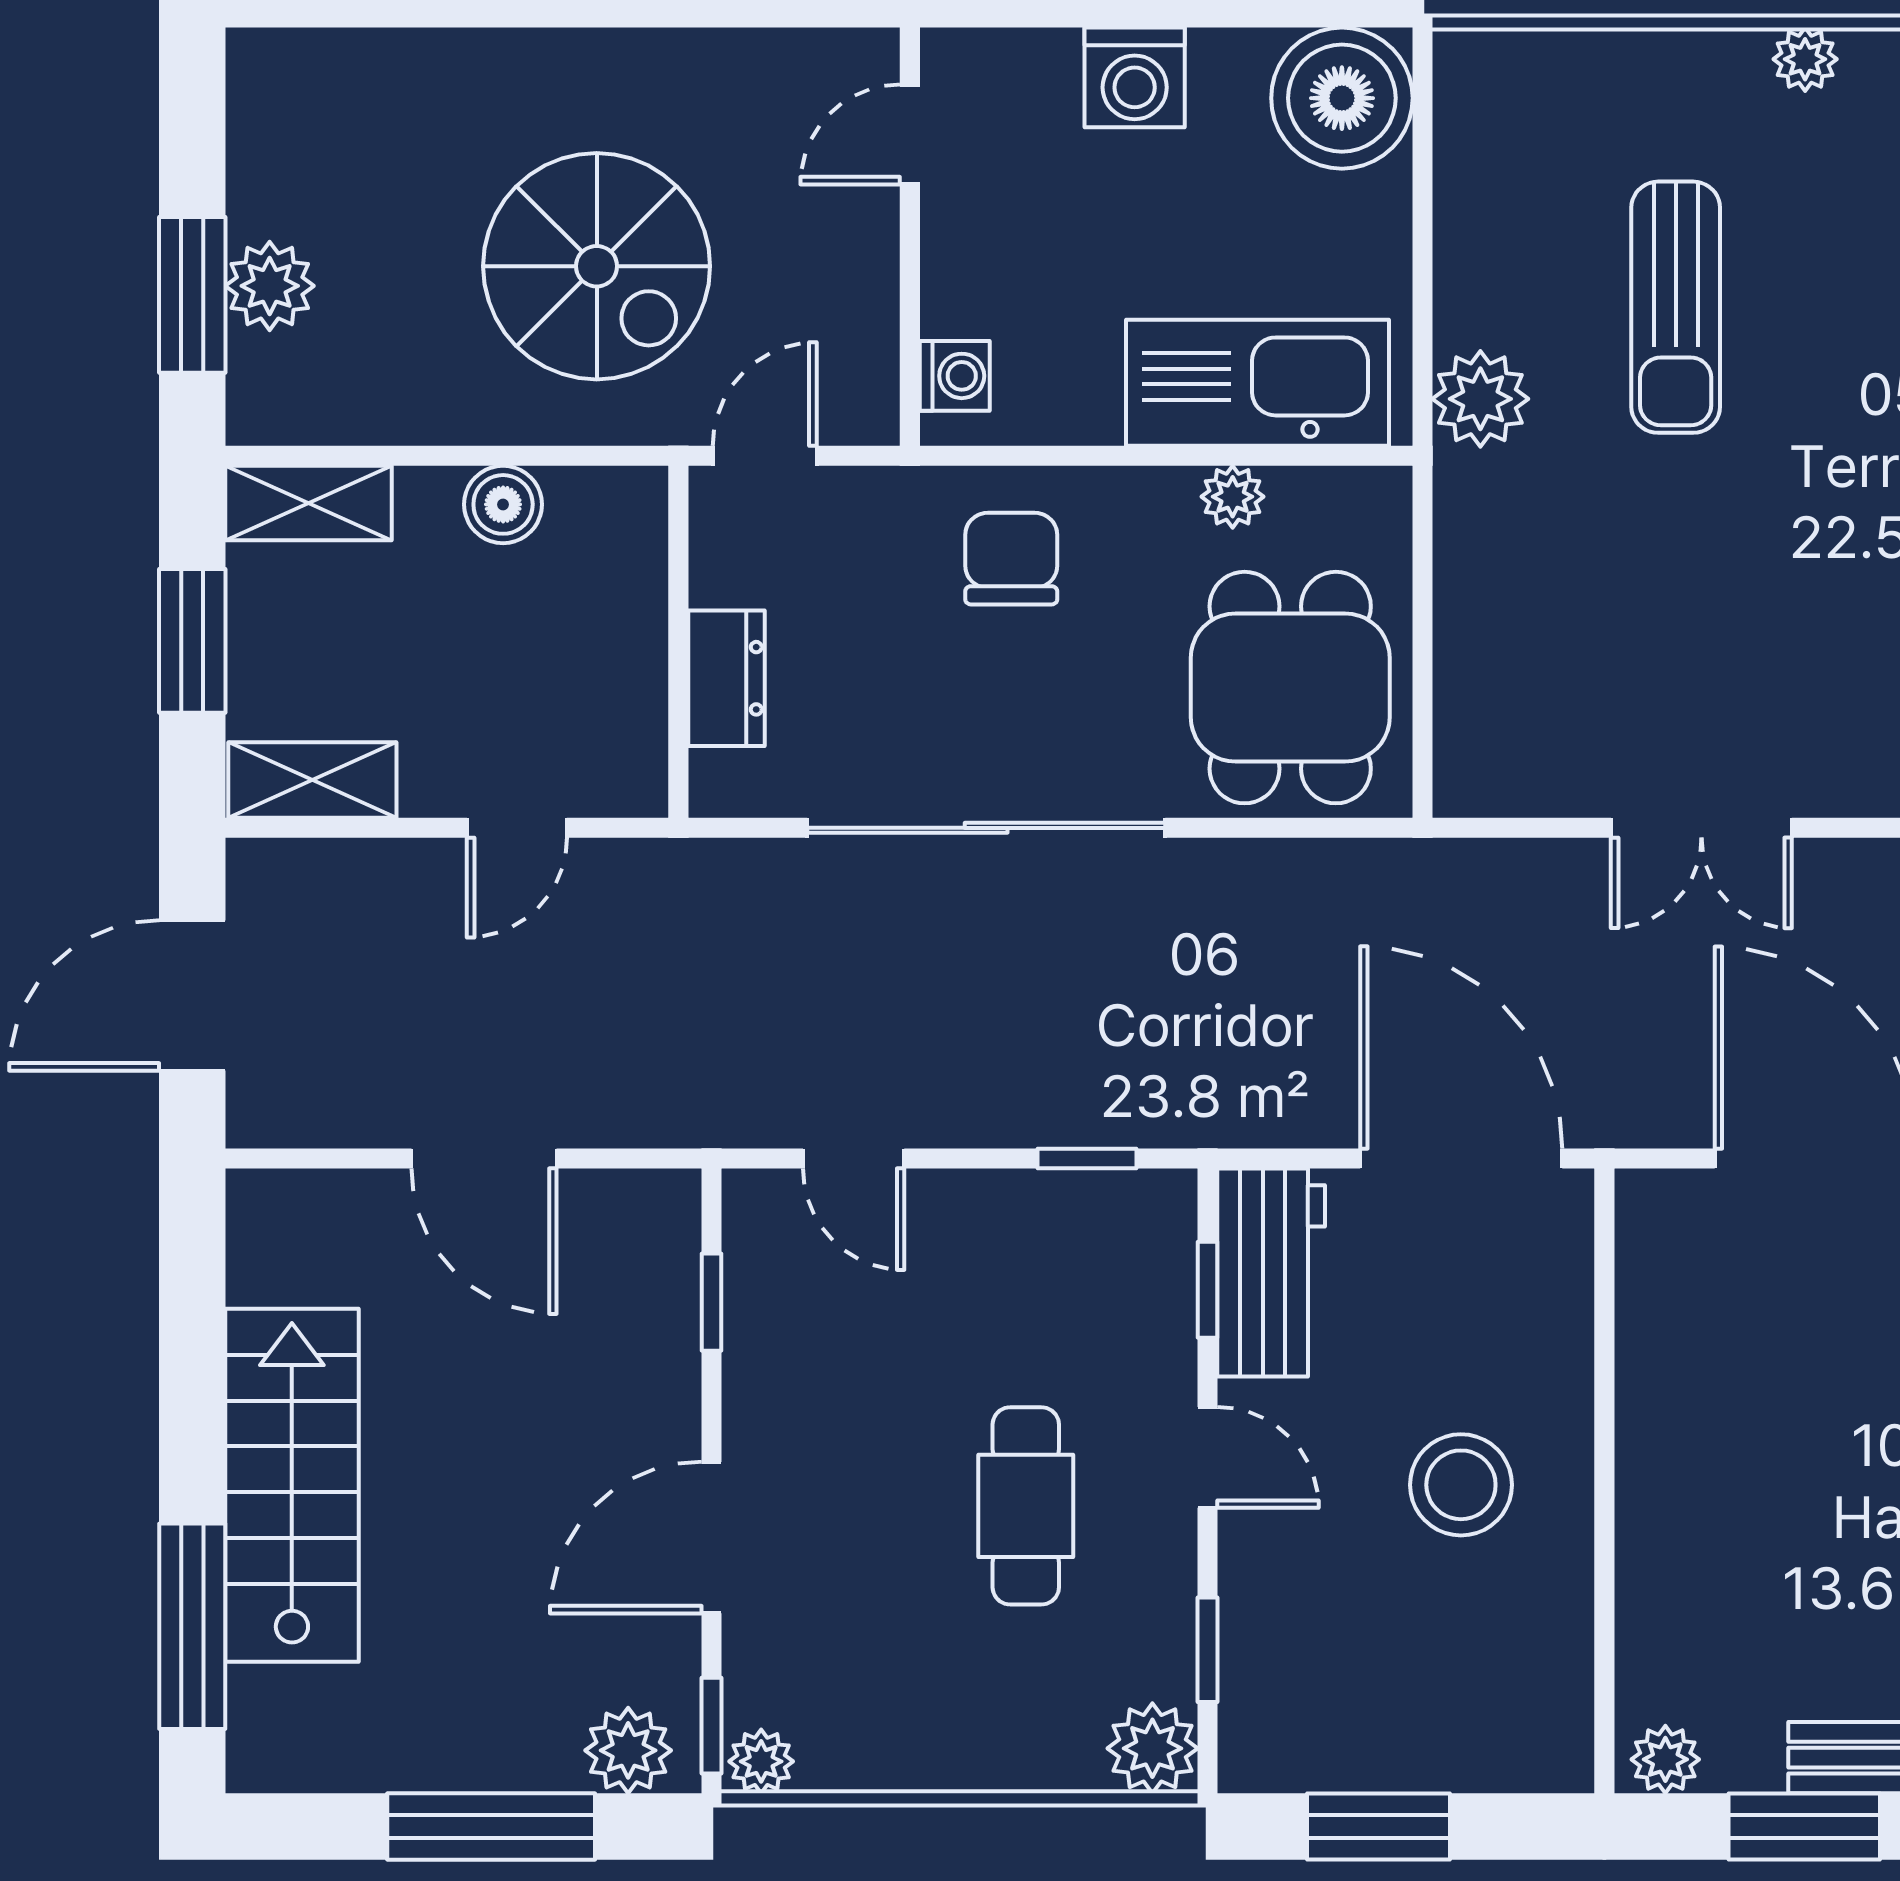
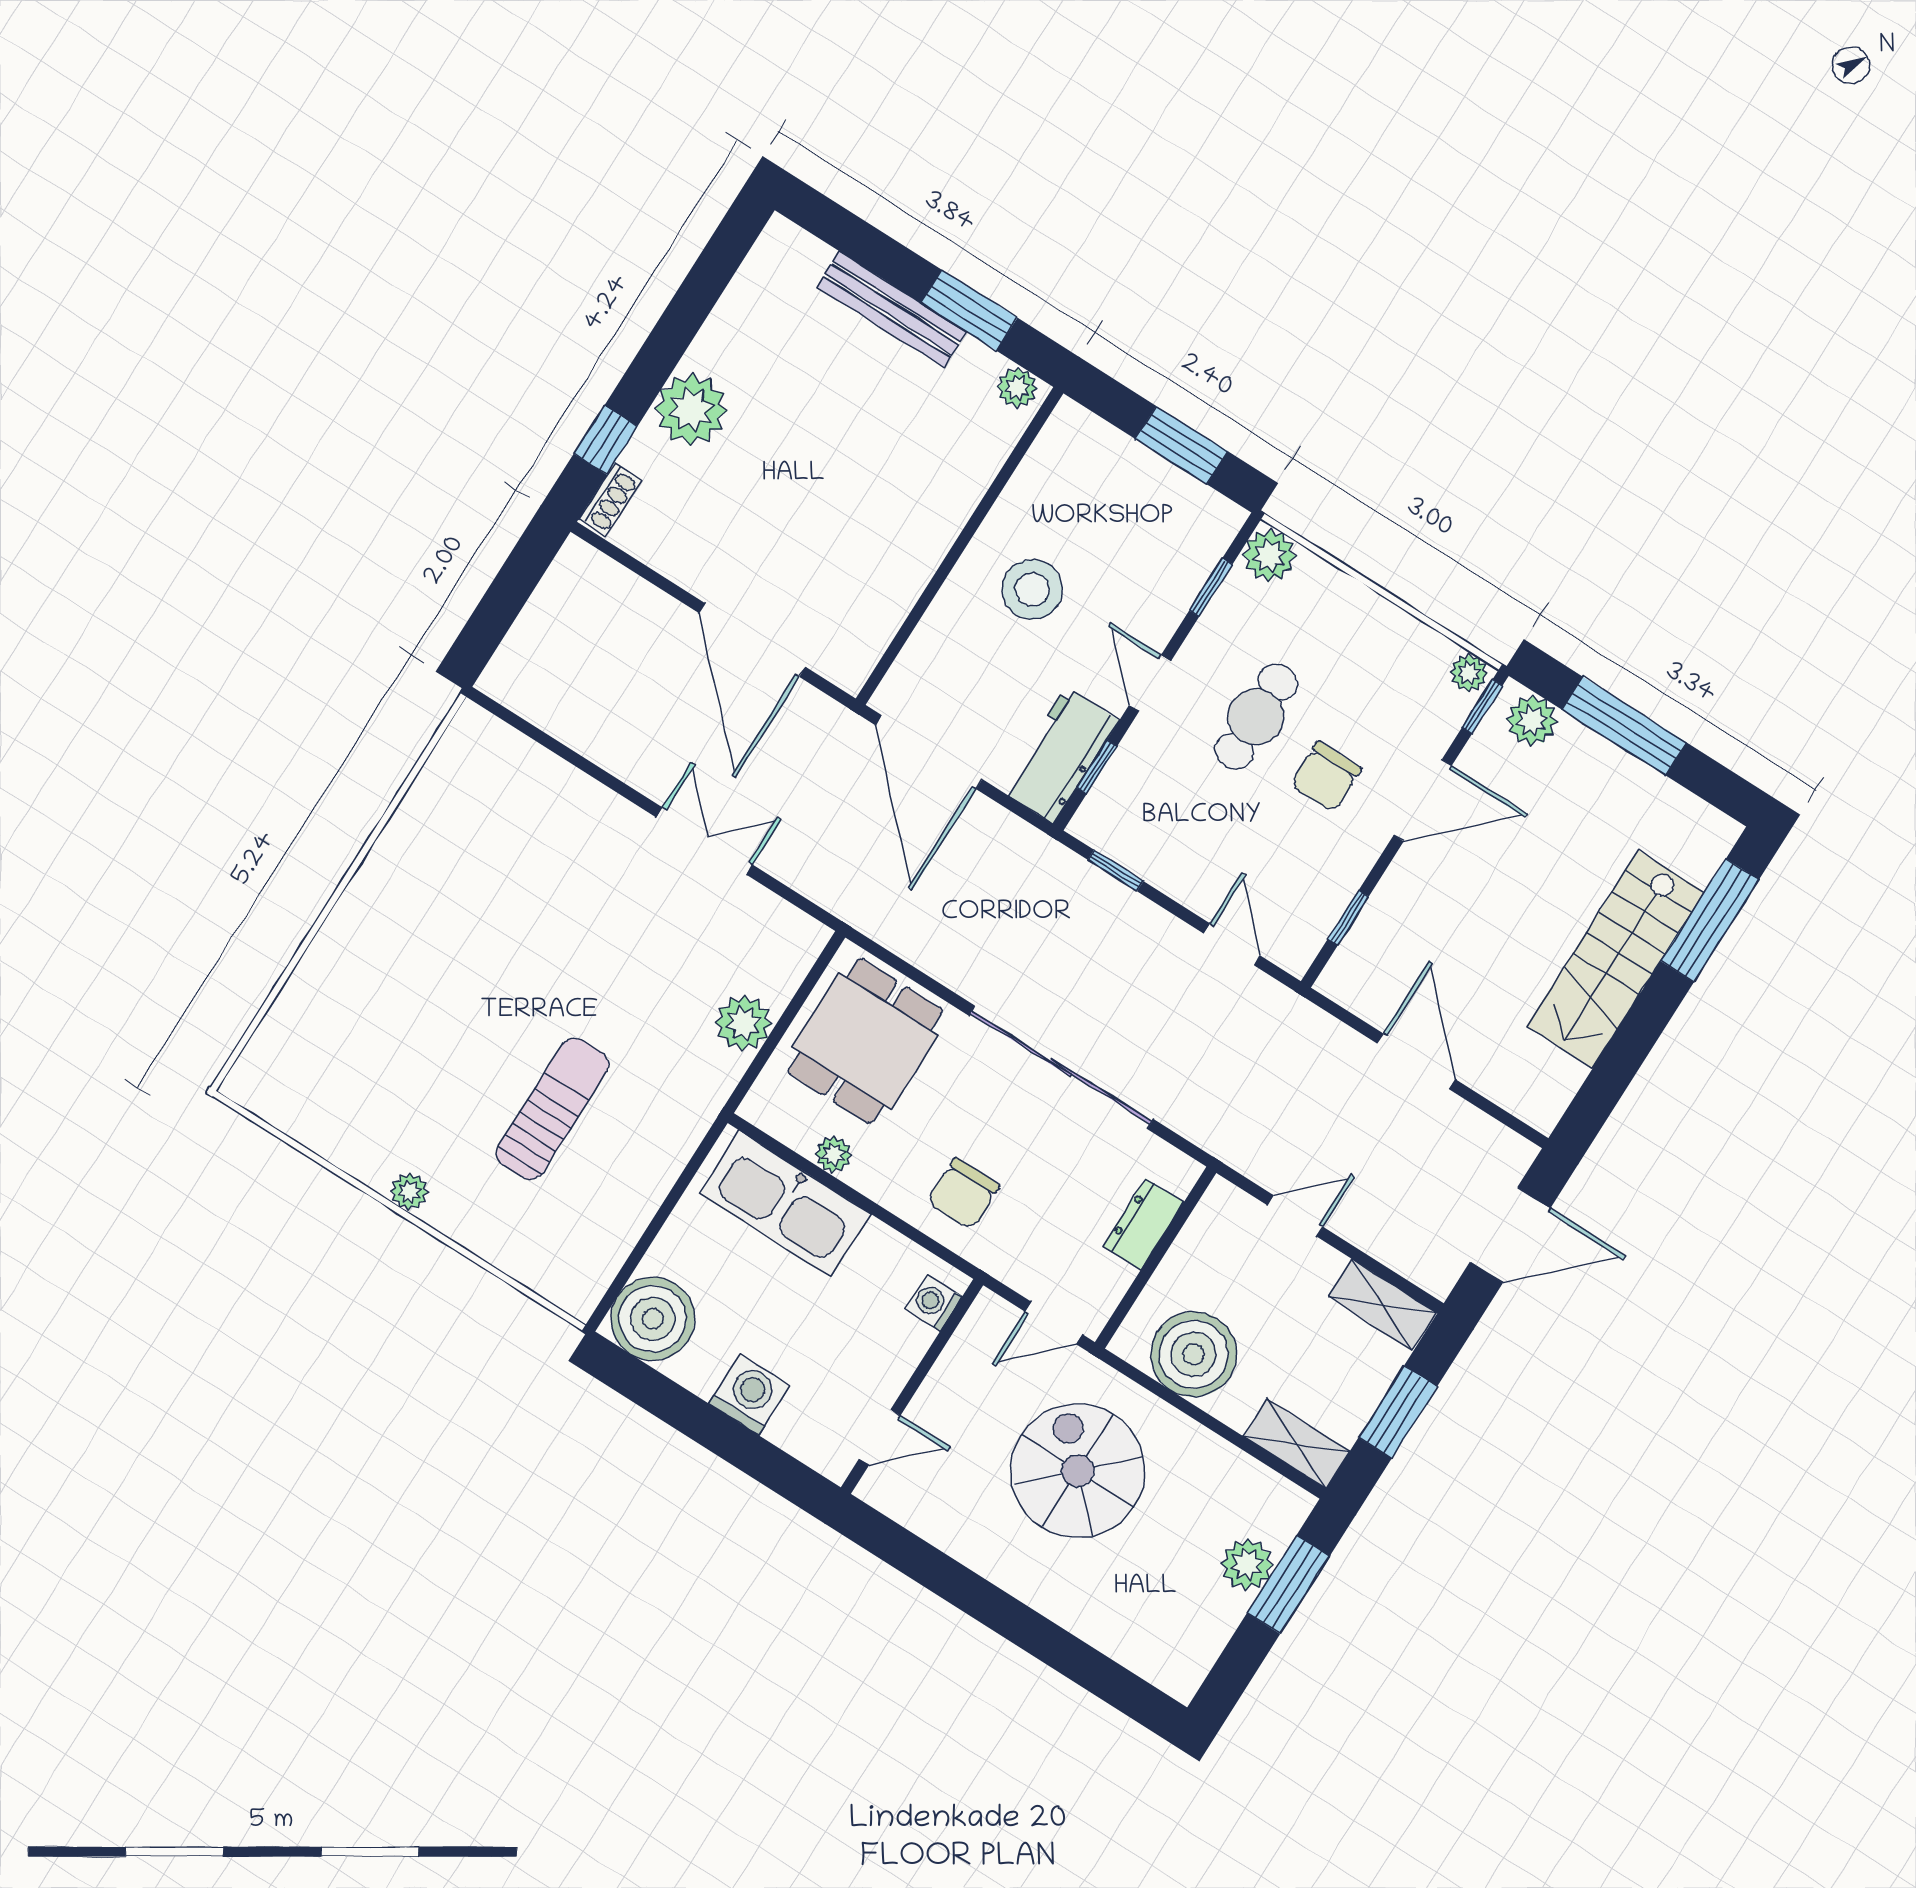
plant: (1480, 399) -> (743, 1023), moved
boiler: (503, 504) -> (1194, 1354), width x1.86, depth x1.86
chair: (871, 1483) -> (1326, 777), added

